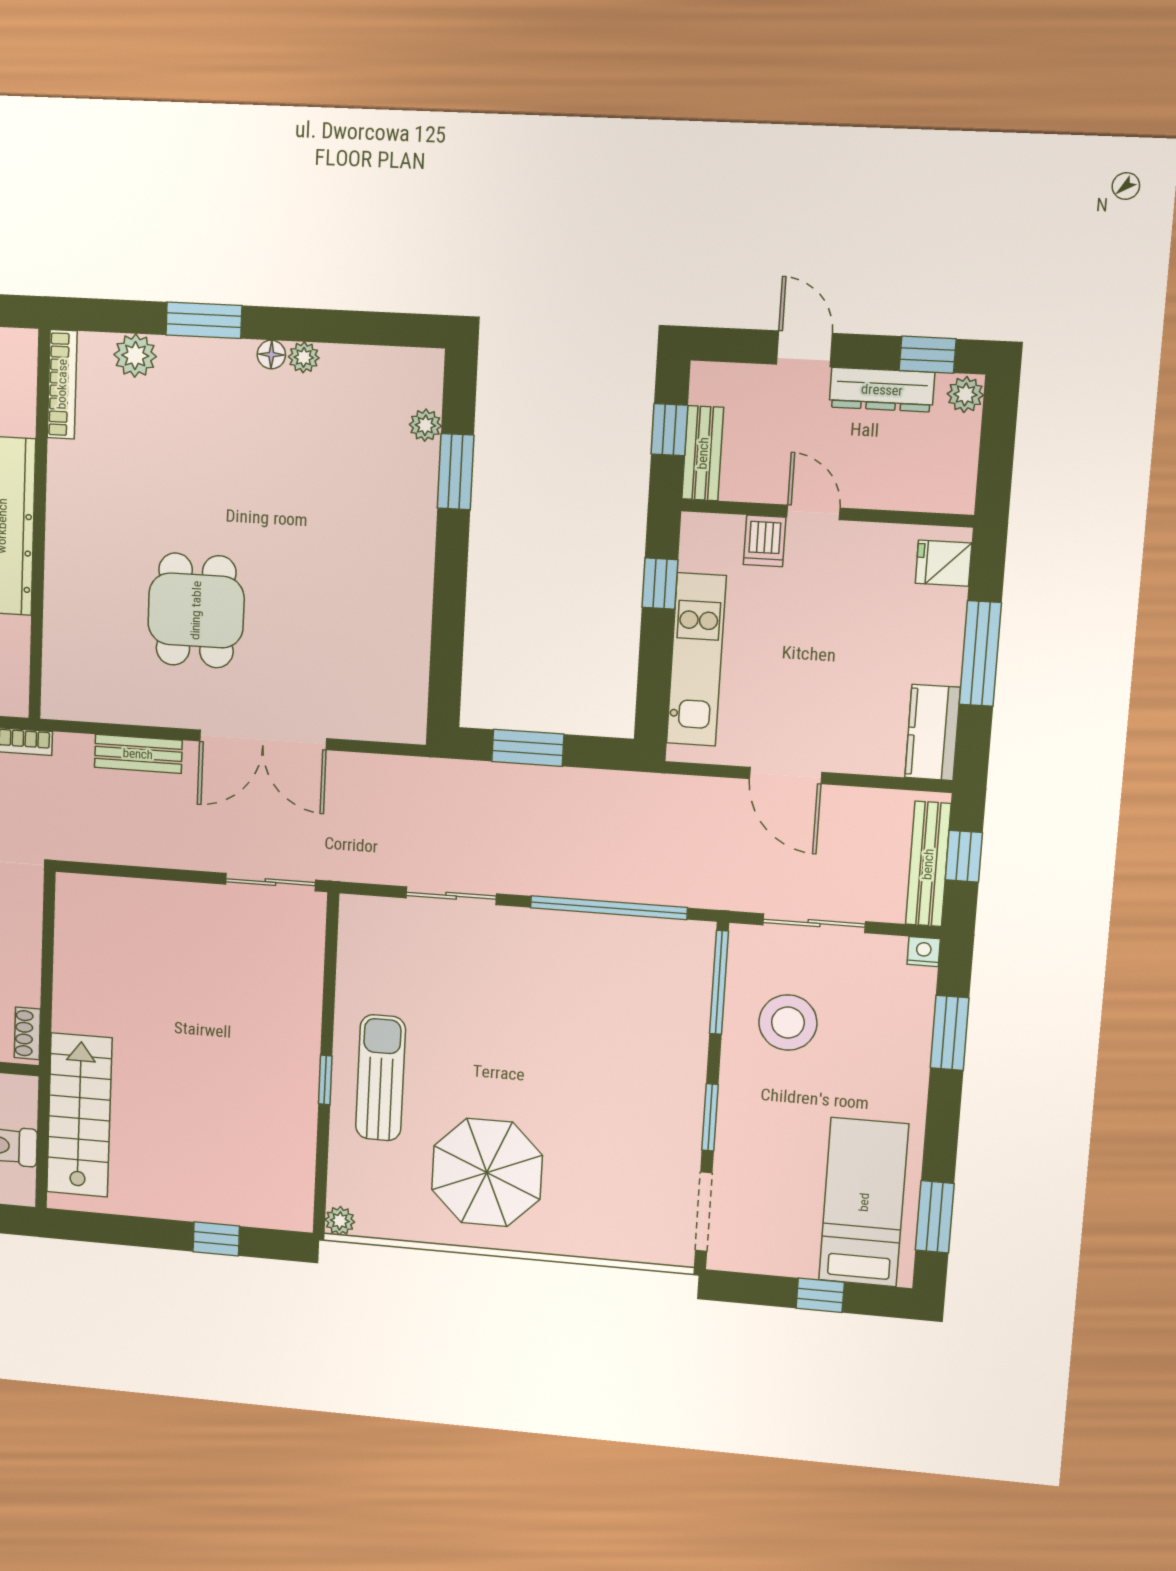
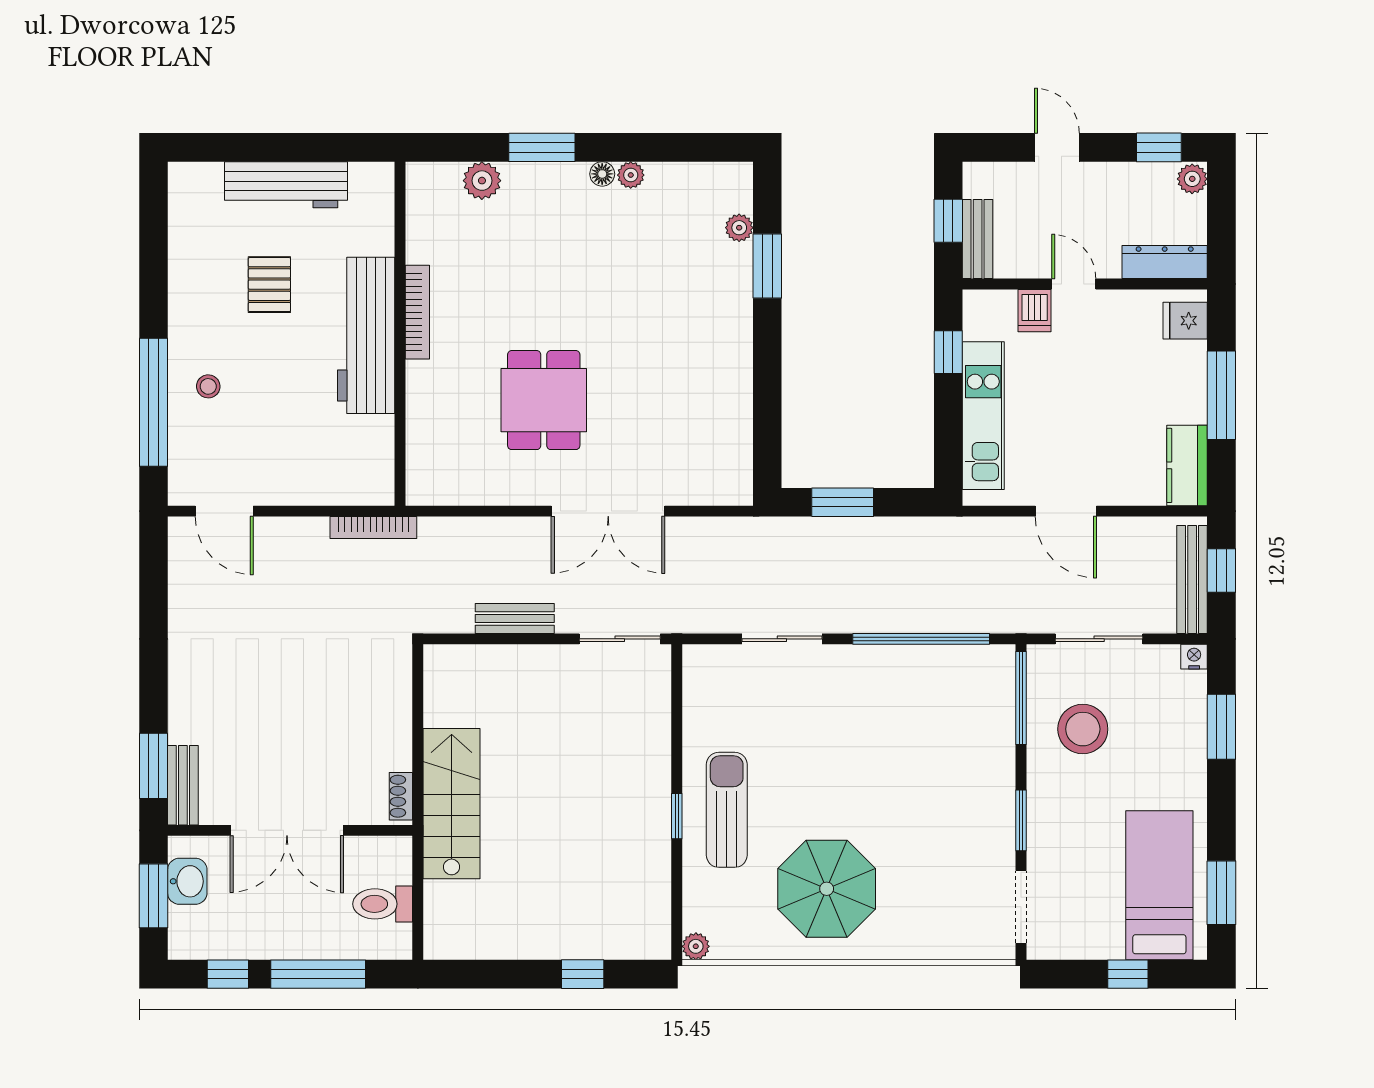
bookcase: (62, 384) -> (417, 312), moved
dresser: (882, 390) -> (1165, 262), moved, turned 180
bench: (138, 754) -> (515, 618), moved
stairs: (79, 1115) -> (452, 804), moved

